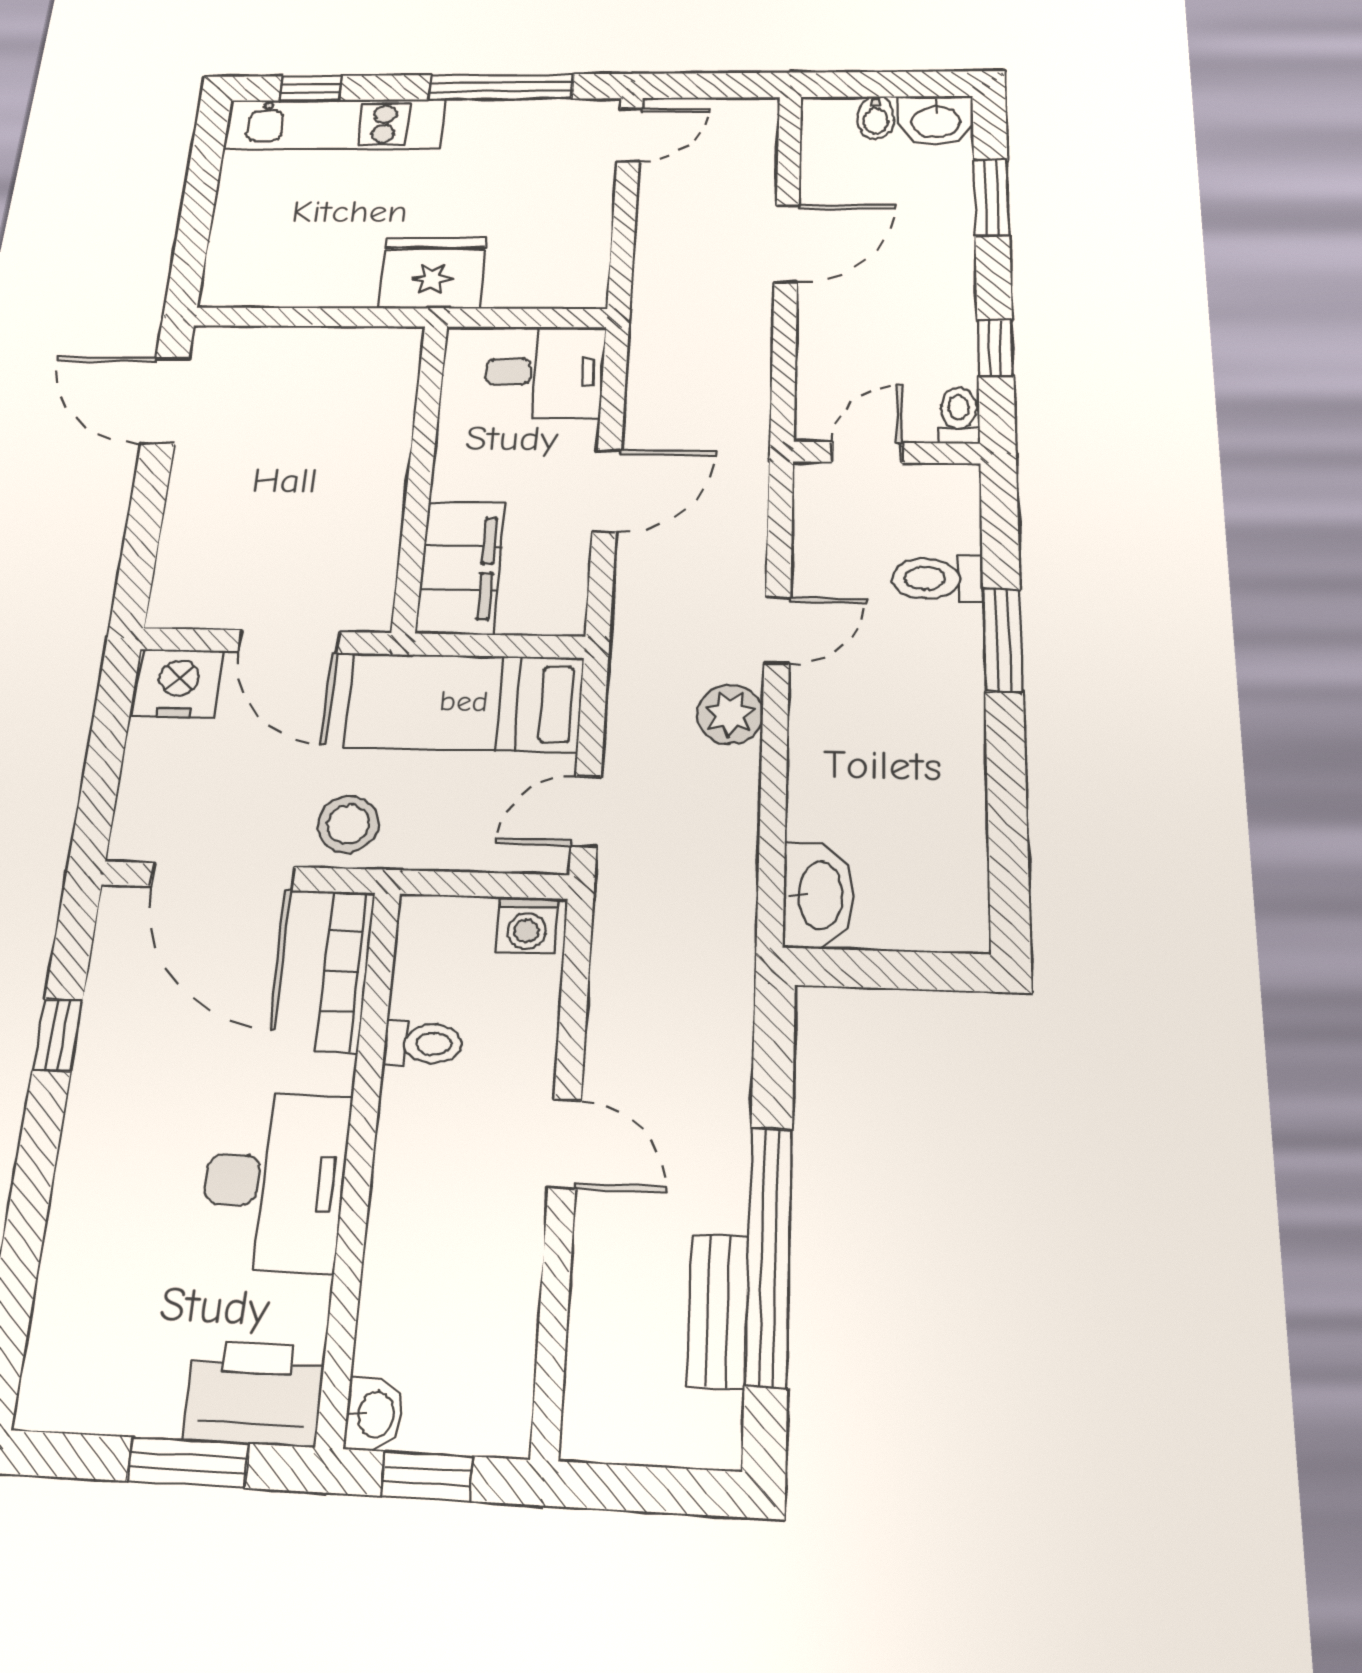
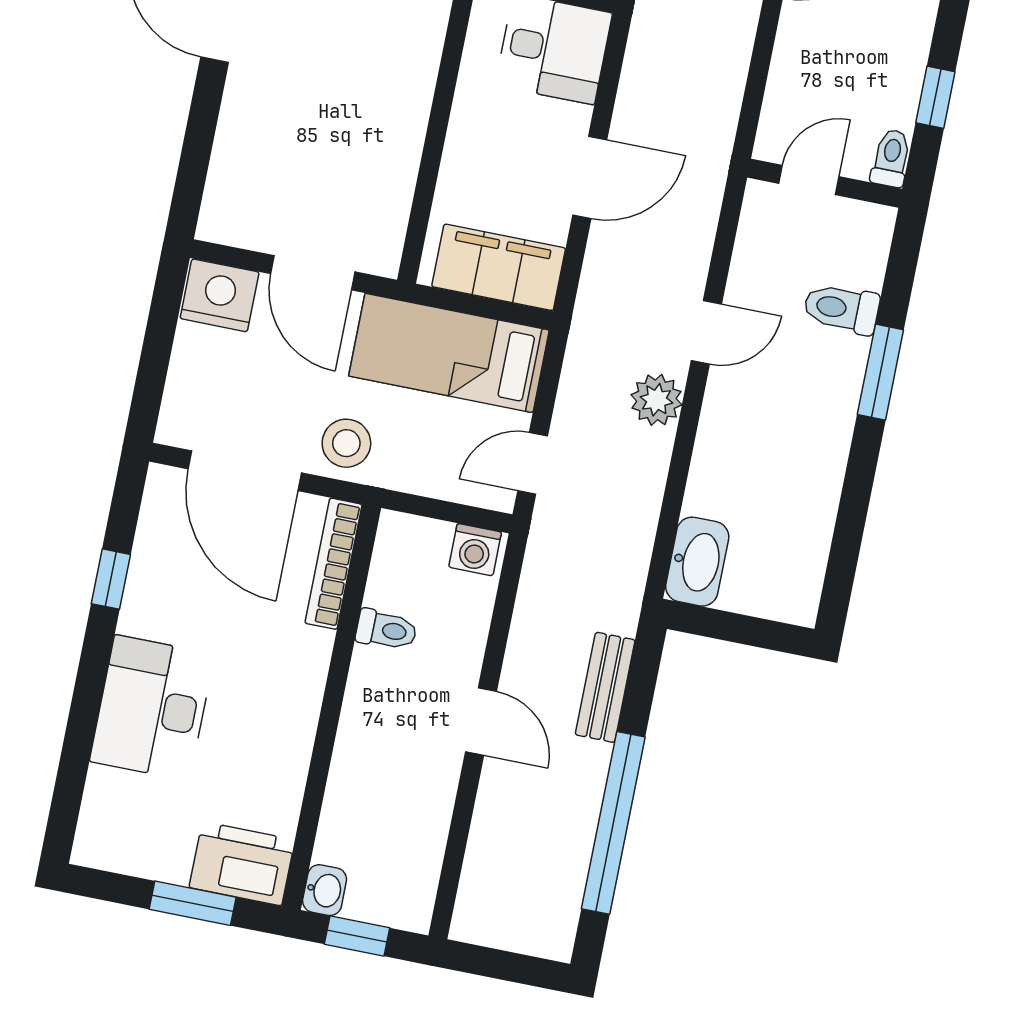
filing cabinet: (460, 568) -> (499, 267), moved, turned -90
desk: (275, 1181) -> (152, 708), moved, turned 180
bench: (718, 1311) -> (605, 687), moved

